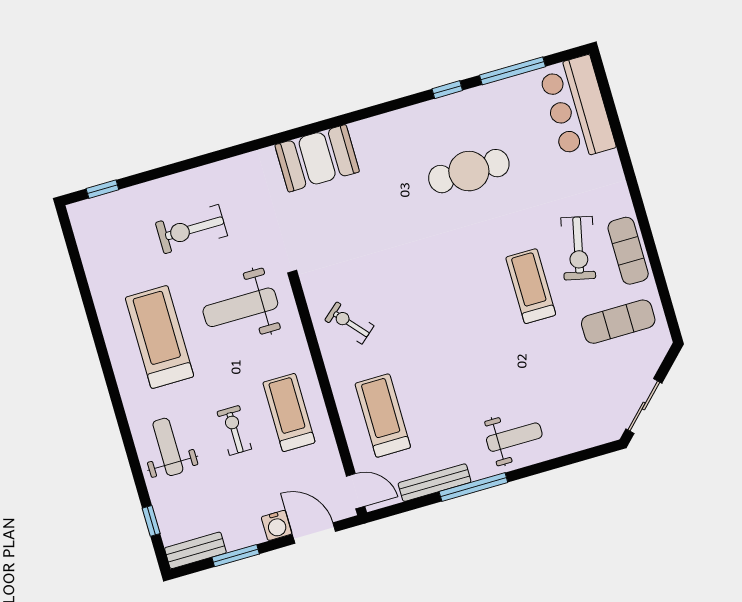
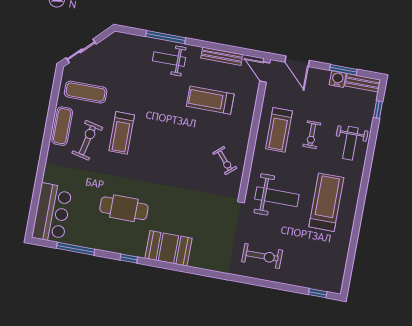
window: (447, 90) -> (129, 259), moved
booth: (317, 158) -> (168, 248), moved
exercise bike: (191, 229) -> (262, 256), moved
treadmill: (159, 337) -> (326, 202), turned 180
sliding door: (644, 406) -> (81, 51), moved
treadmill: (383, 416) -> (210, 100), moved, turned 90
window: (473, 487) -> (166, 37), moved
water cooler: (277, 525) -> (338, 79), moved

